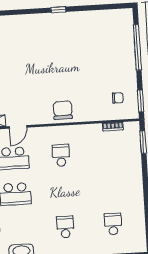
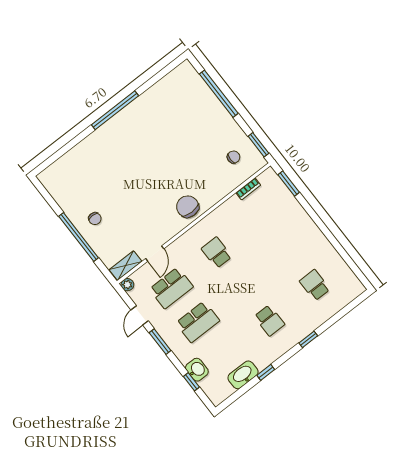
window: (58, 10) -> (115, 110), width x3.17
school desk: (65, 227) -> (269, 320), turned 180

